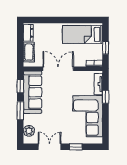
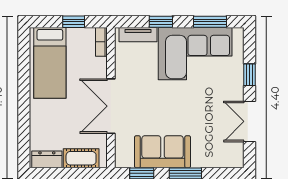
sofa: (33, 92) -> (163, 152), width x0.73
window: (106, 125) -> (210, 22), added
plant: (29, 131) -> (221, 158), removed

